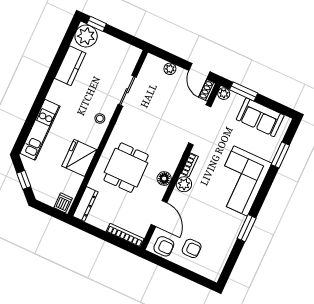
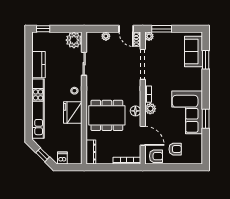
plant: (86, 36) -> (74, 40), moved
sofa: (260, 117) -> (193, 52), moved, turned 90
kitchen unit: (40, 130) -> (38, 109), width x1.36
fridge: (79, 158) -> (73, 113), moved
dining table: (126, 168) -> (107, 115), width x1.37
corner sofa: (241, 181) -> (187, 112), moved
dishwasher: (63, 203) -> (62, 158), moved

